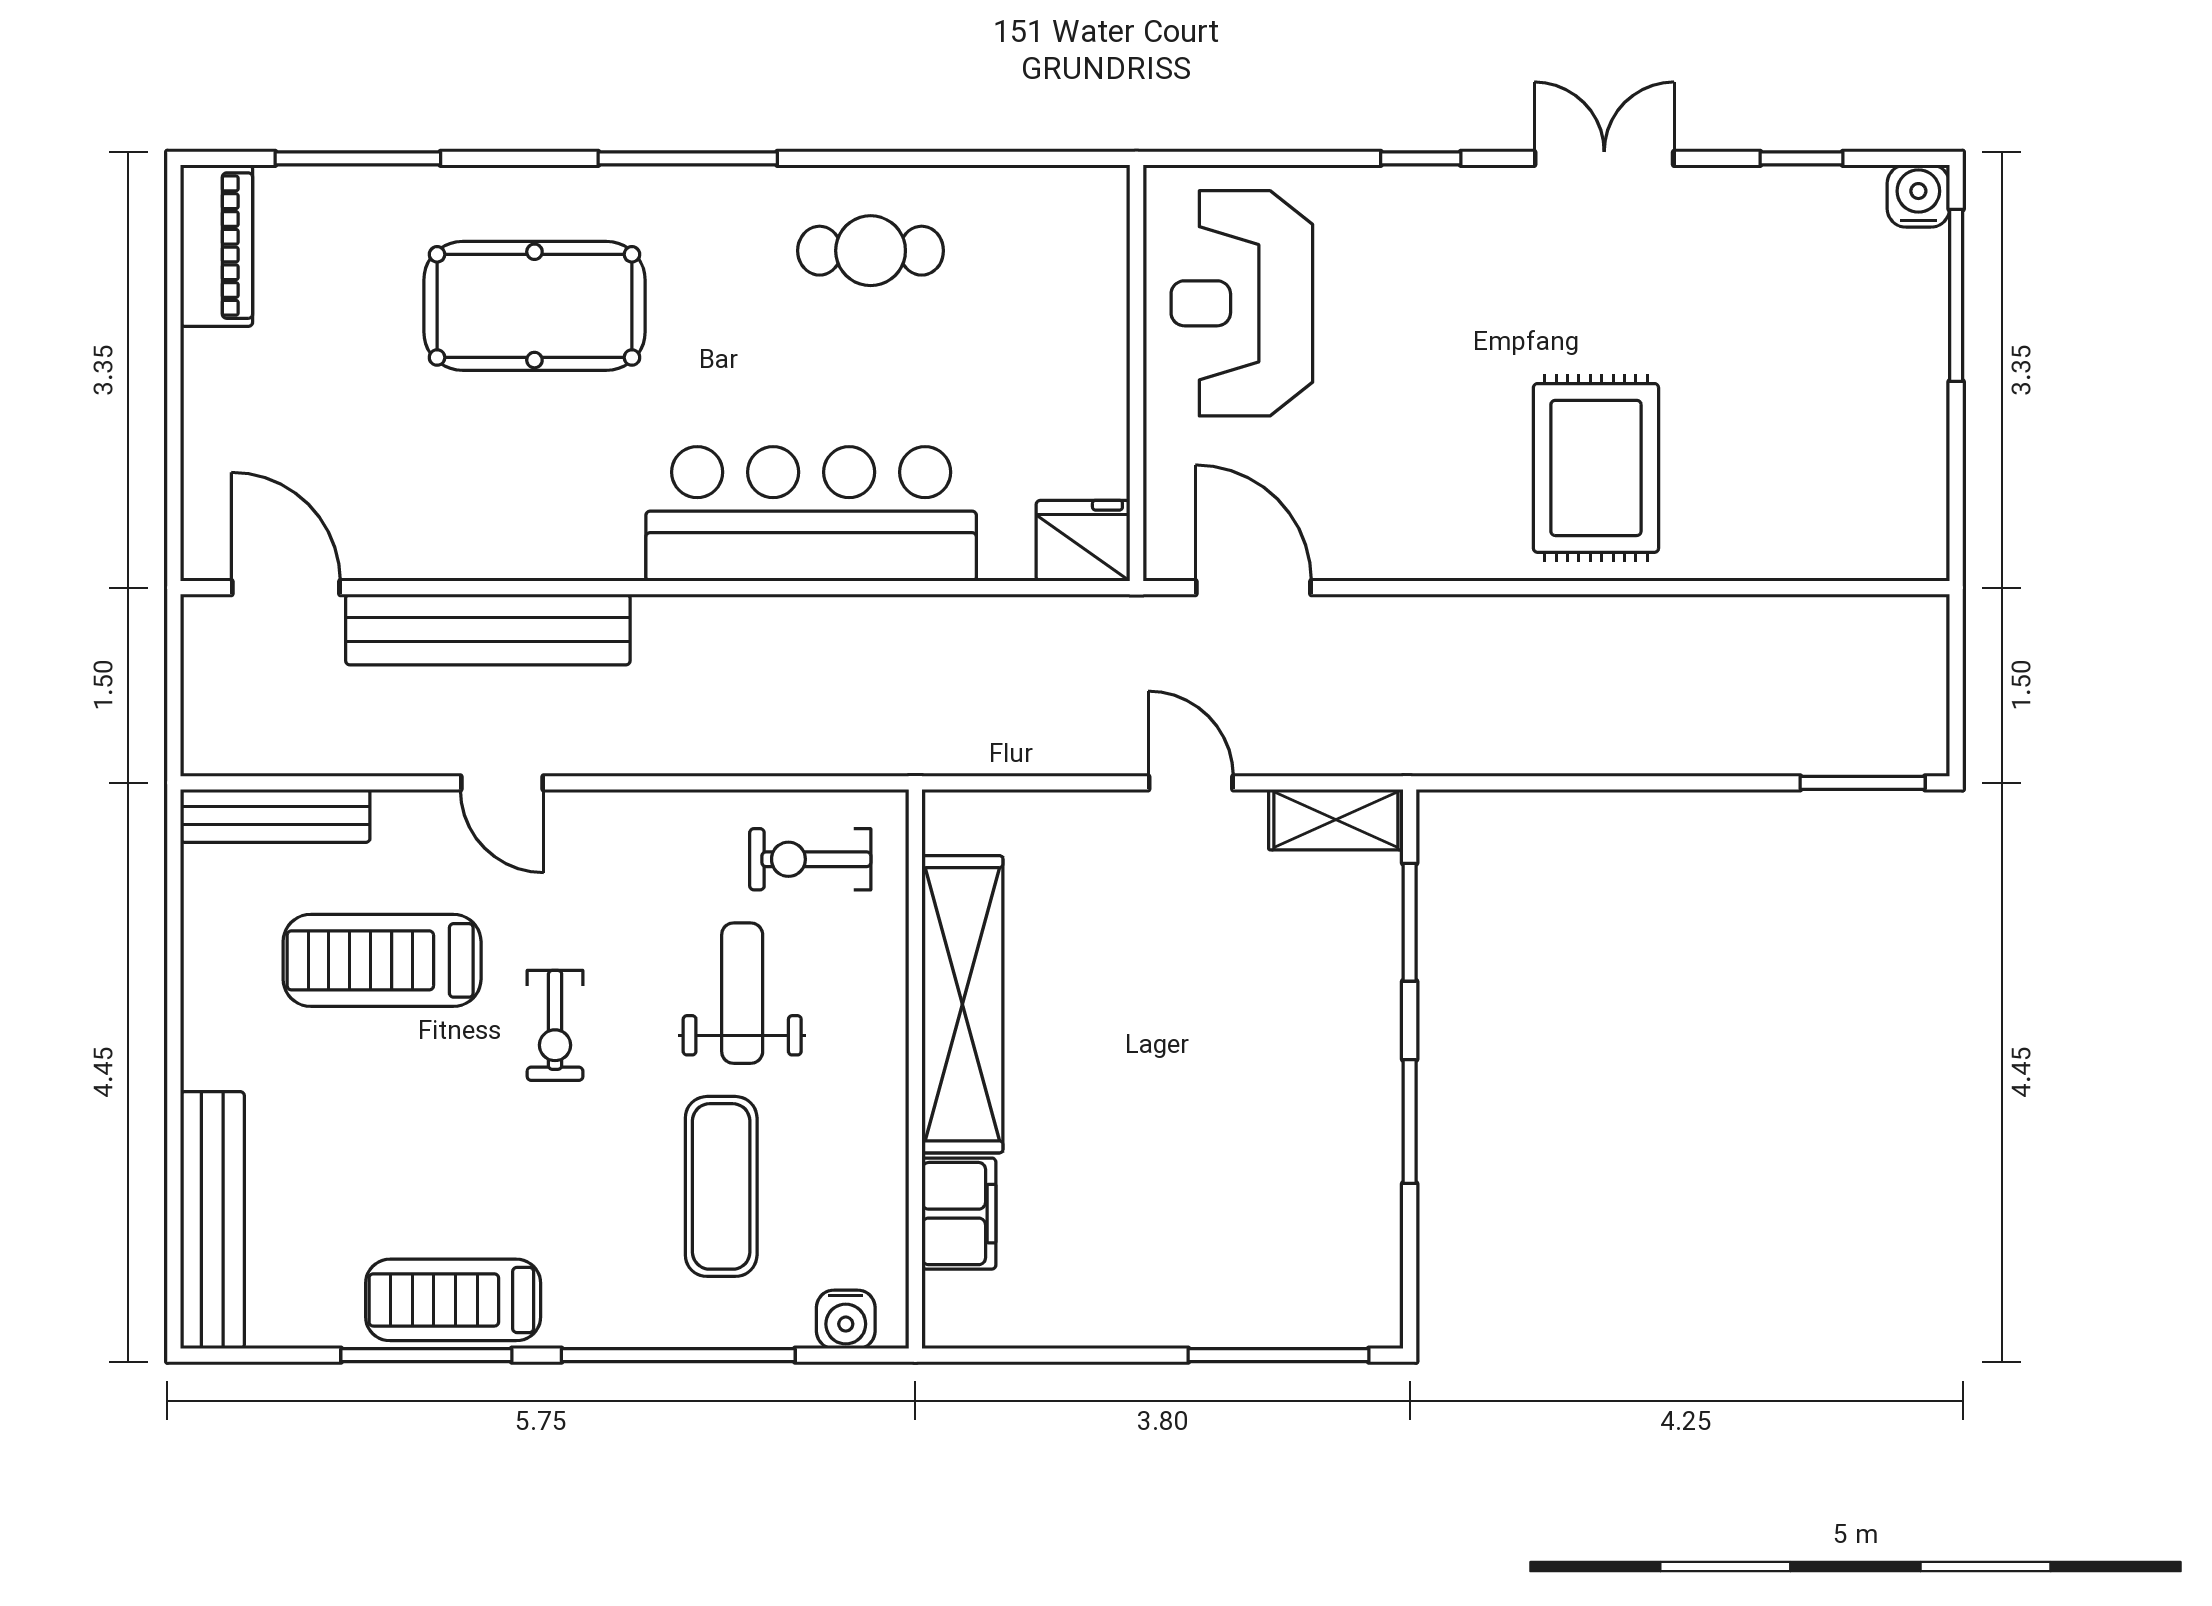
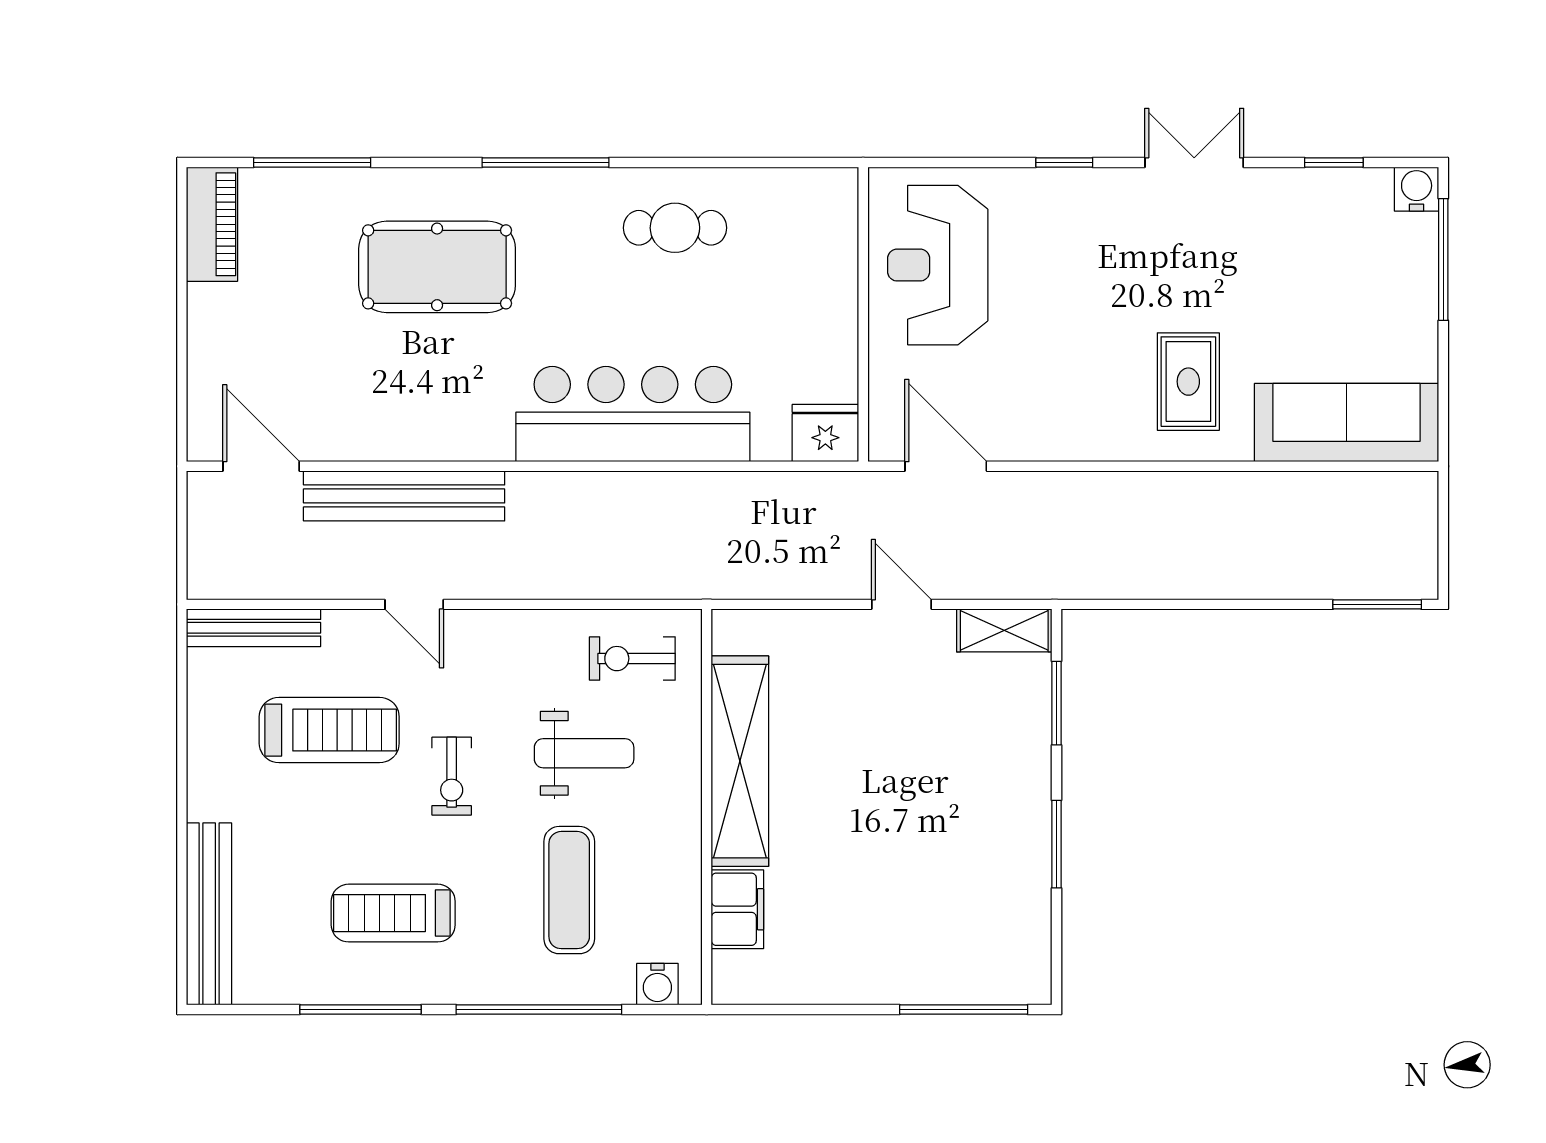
rug: (1596, 468) -> (1188, 382), width x0.73, depth x0.70
sofa: (1819, 526) -> (1346, 423), added
treadmill: (382, 960) -> (329, 730), turned 180
weight bench: (742, 993) -> (584, 753), turned 90
treadmill: (453, 1300) -> (393, 913), moved

